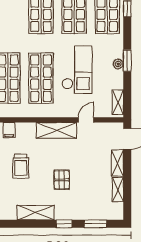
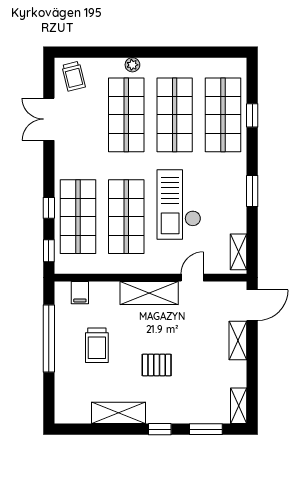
plant: (118, 64) -> (239, 196), removed
checkout: (77, 70) -> (179, 204), turned 180
pallet: (62, 180) -> (157, 365), turned 90
shelving: (118, 190) -> (239, 406), moved

